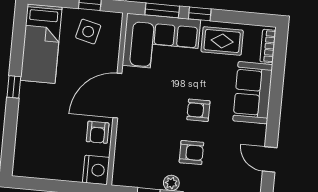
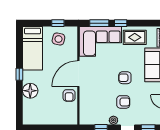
floor lamp: (30, 118) -> (30, 91), added
nightstand: (96, 170) -> (70, 117), removed

